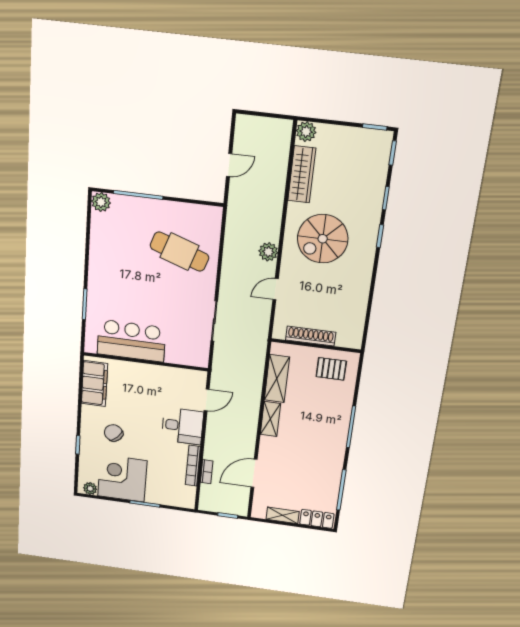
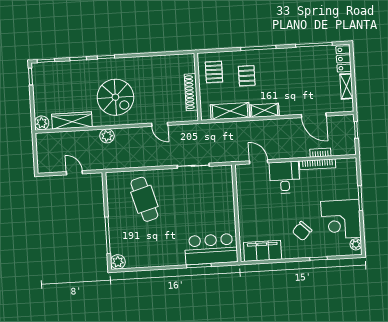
cafe table: (180, 252) -> (144, 199), turned -35
plant: (268, 252) -> (107, 136), moved
bar counter: (131, 341) -> (211, 249), moved, turned 90
pallet: (318, 407) -> (247, 76), added

